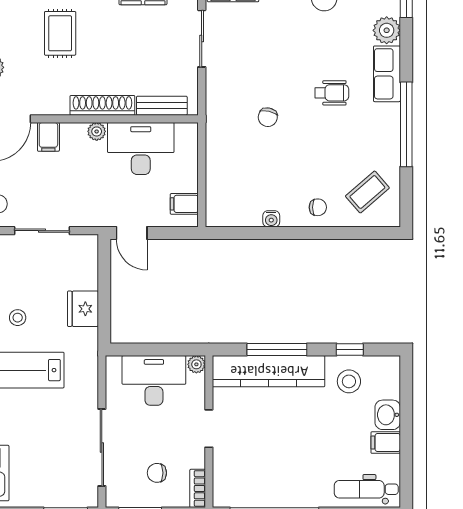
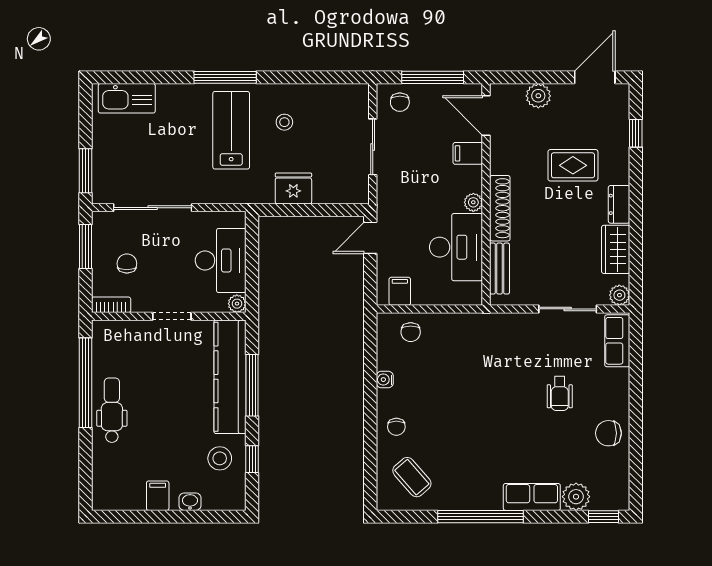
wheelchair: (332, 93) -> (560, 394), moved
chair: (268, 117) -> (411, 332), moved, turned -103
washbasin: (388, 415) -> (190, 502), width x0.72, depth x0.69
dental chair: (366, 489) -> (112, 410), moved

